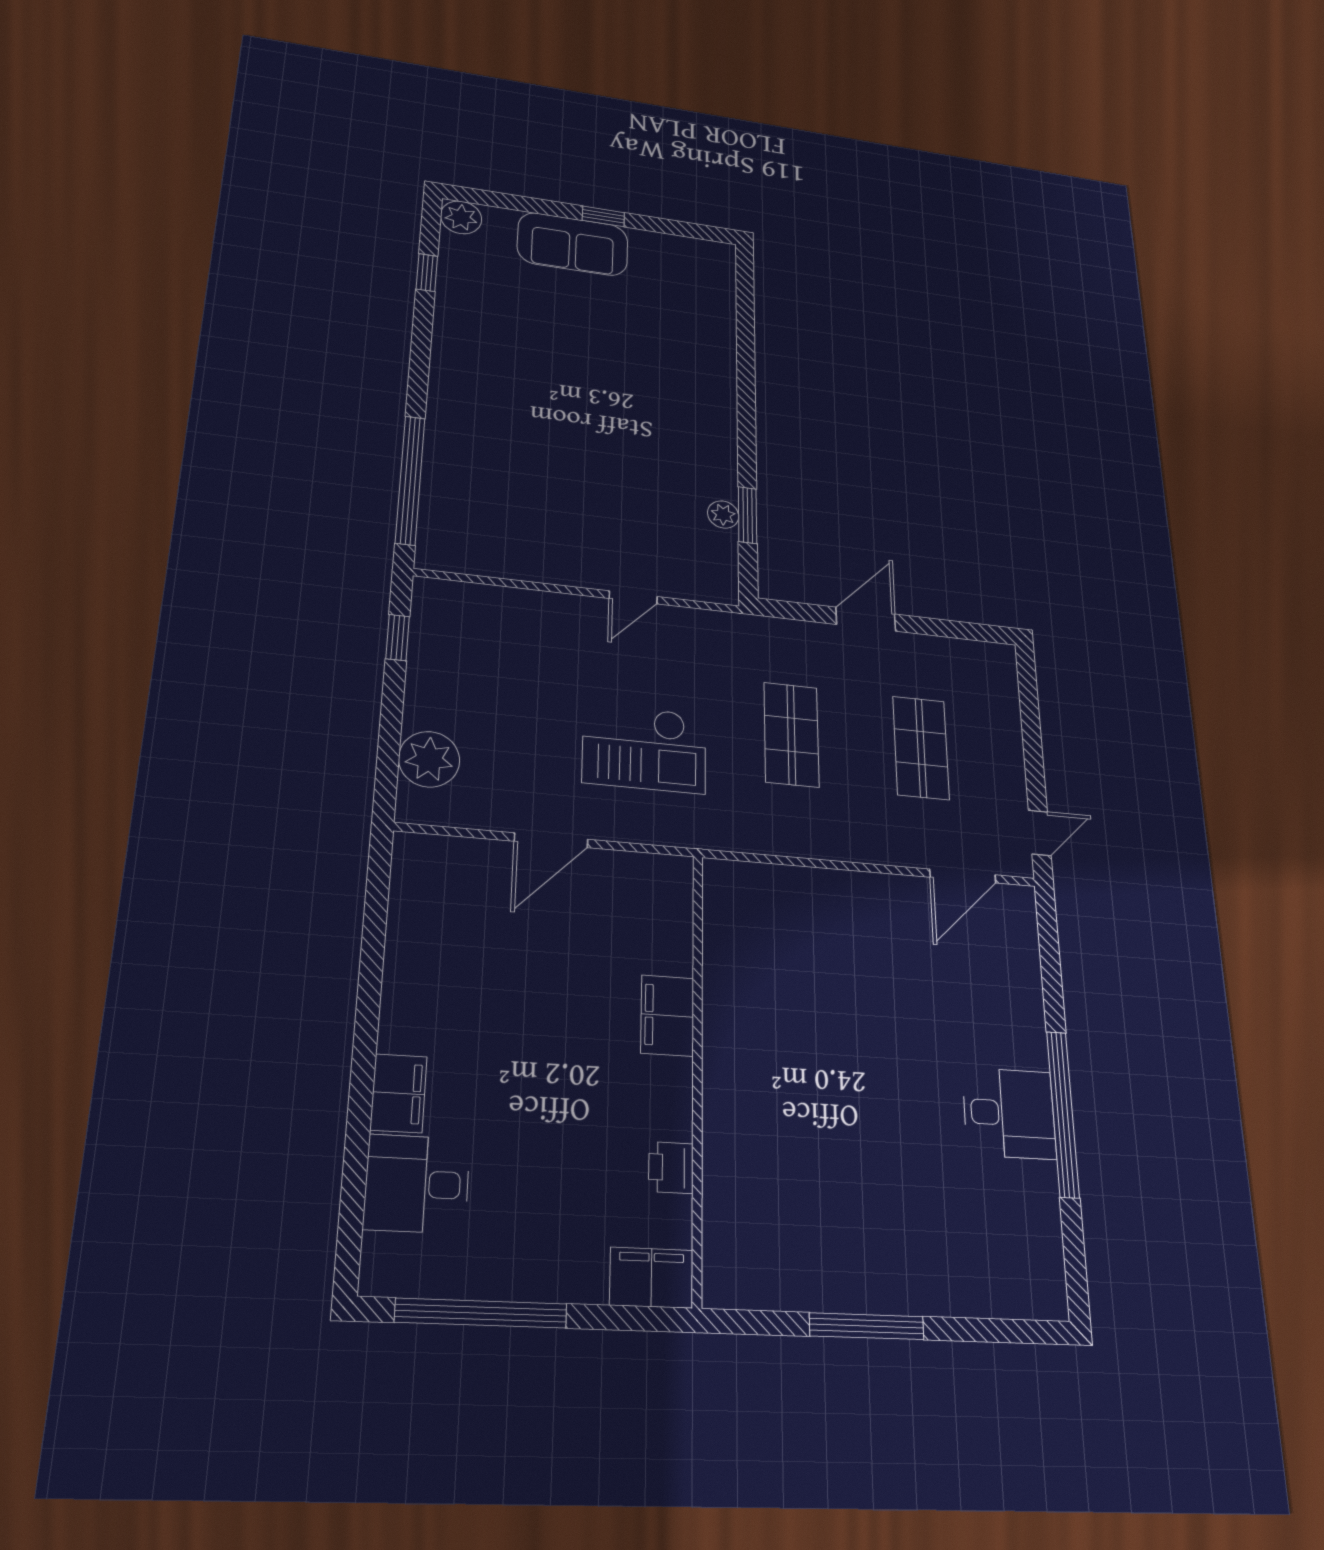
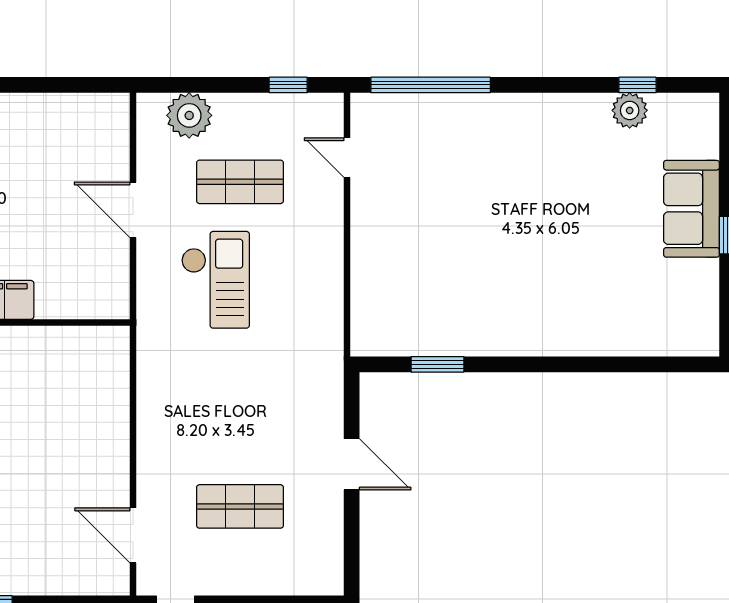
plant: (461, 217) -> (630, 110), moved
plant: (723, 515) -> (435, 343), removed
door: (633, 597) -> (347, 158), moved
shop shelf: (791, 735) -> (240, 182), moved
checkout: (644, 748) -> (216, 280), turned 180

